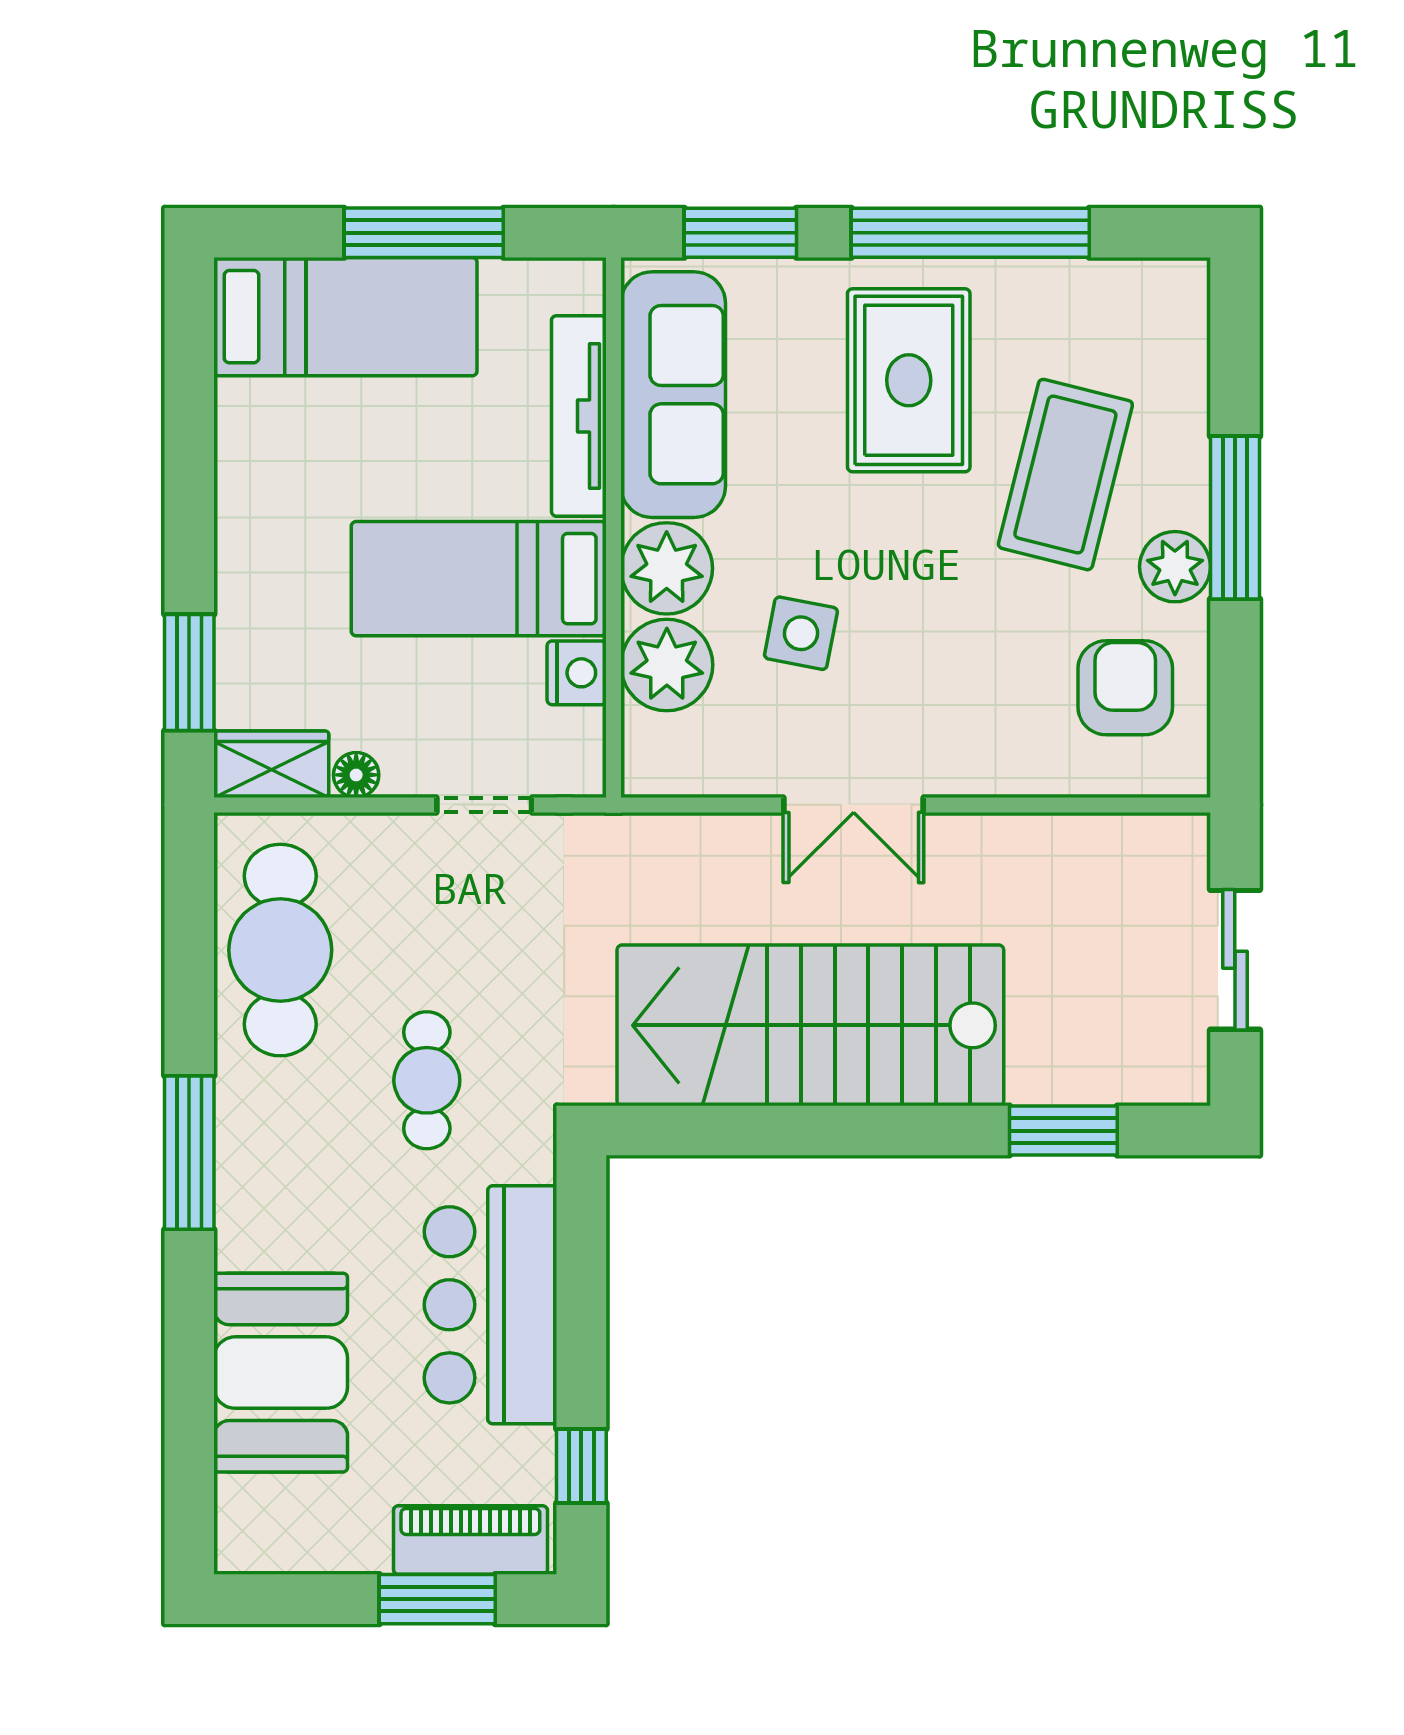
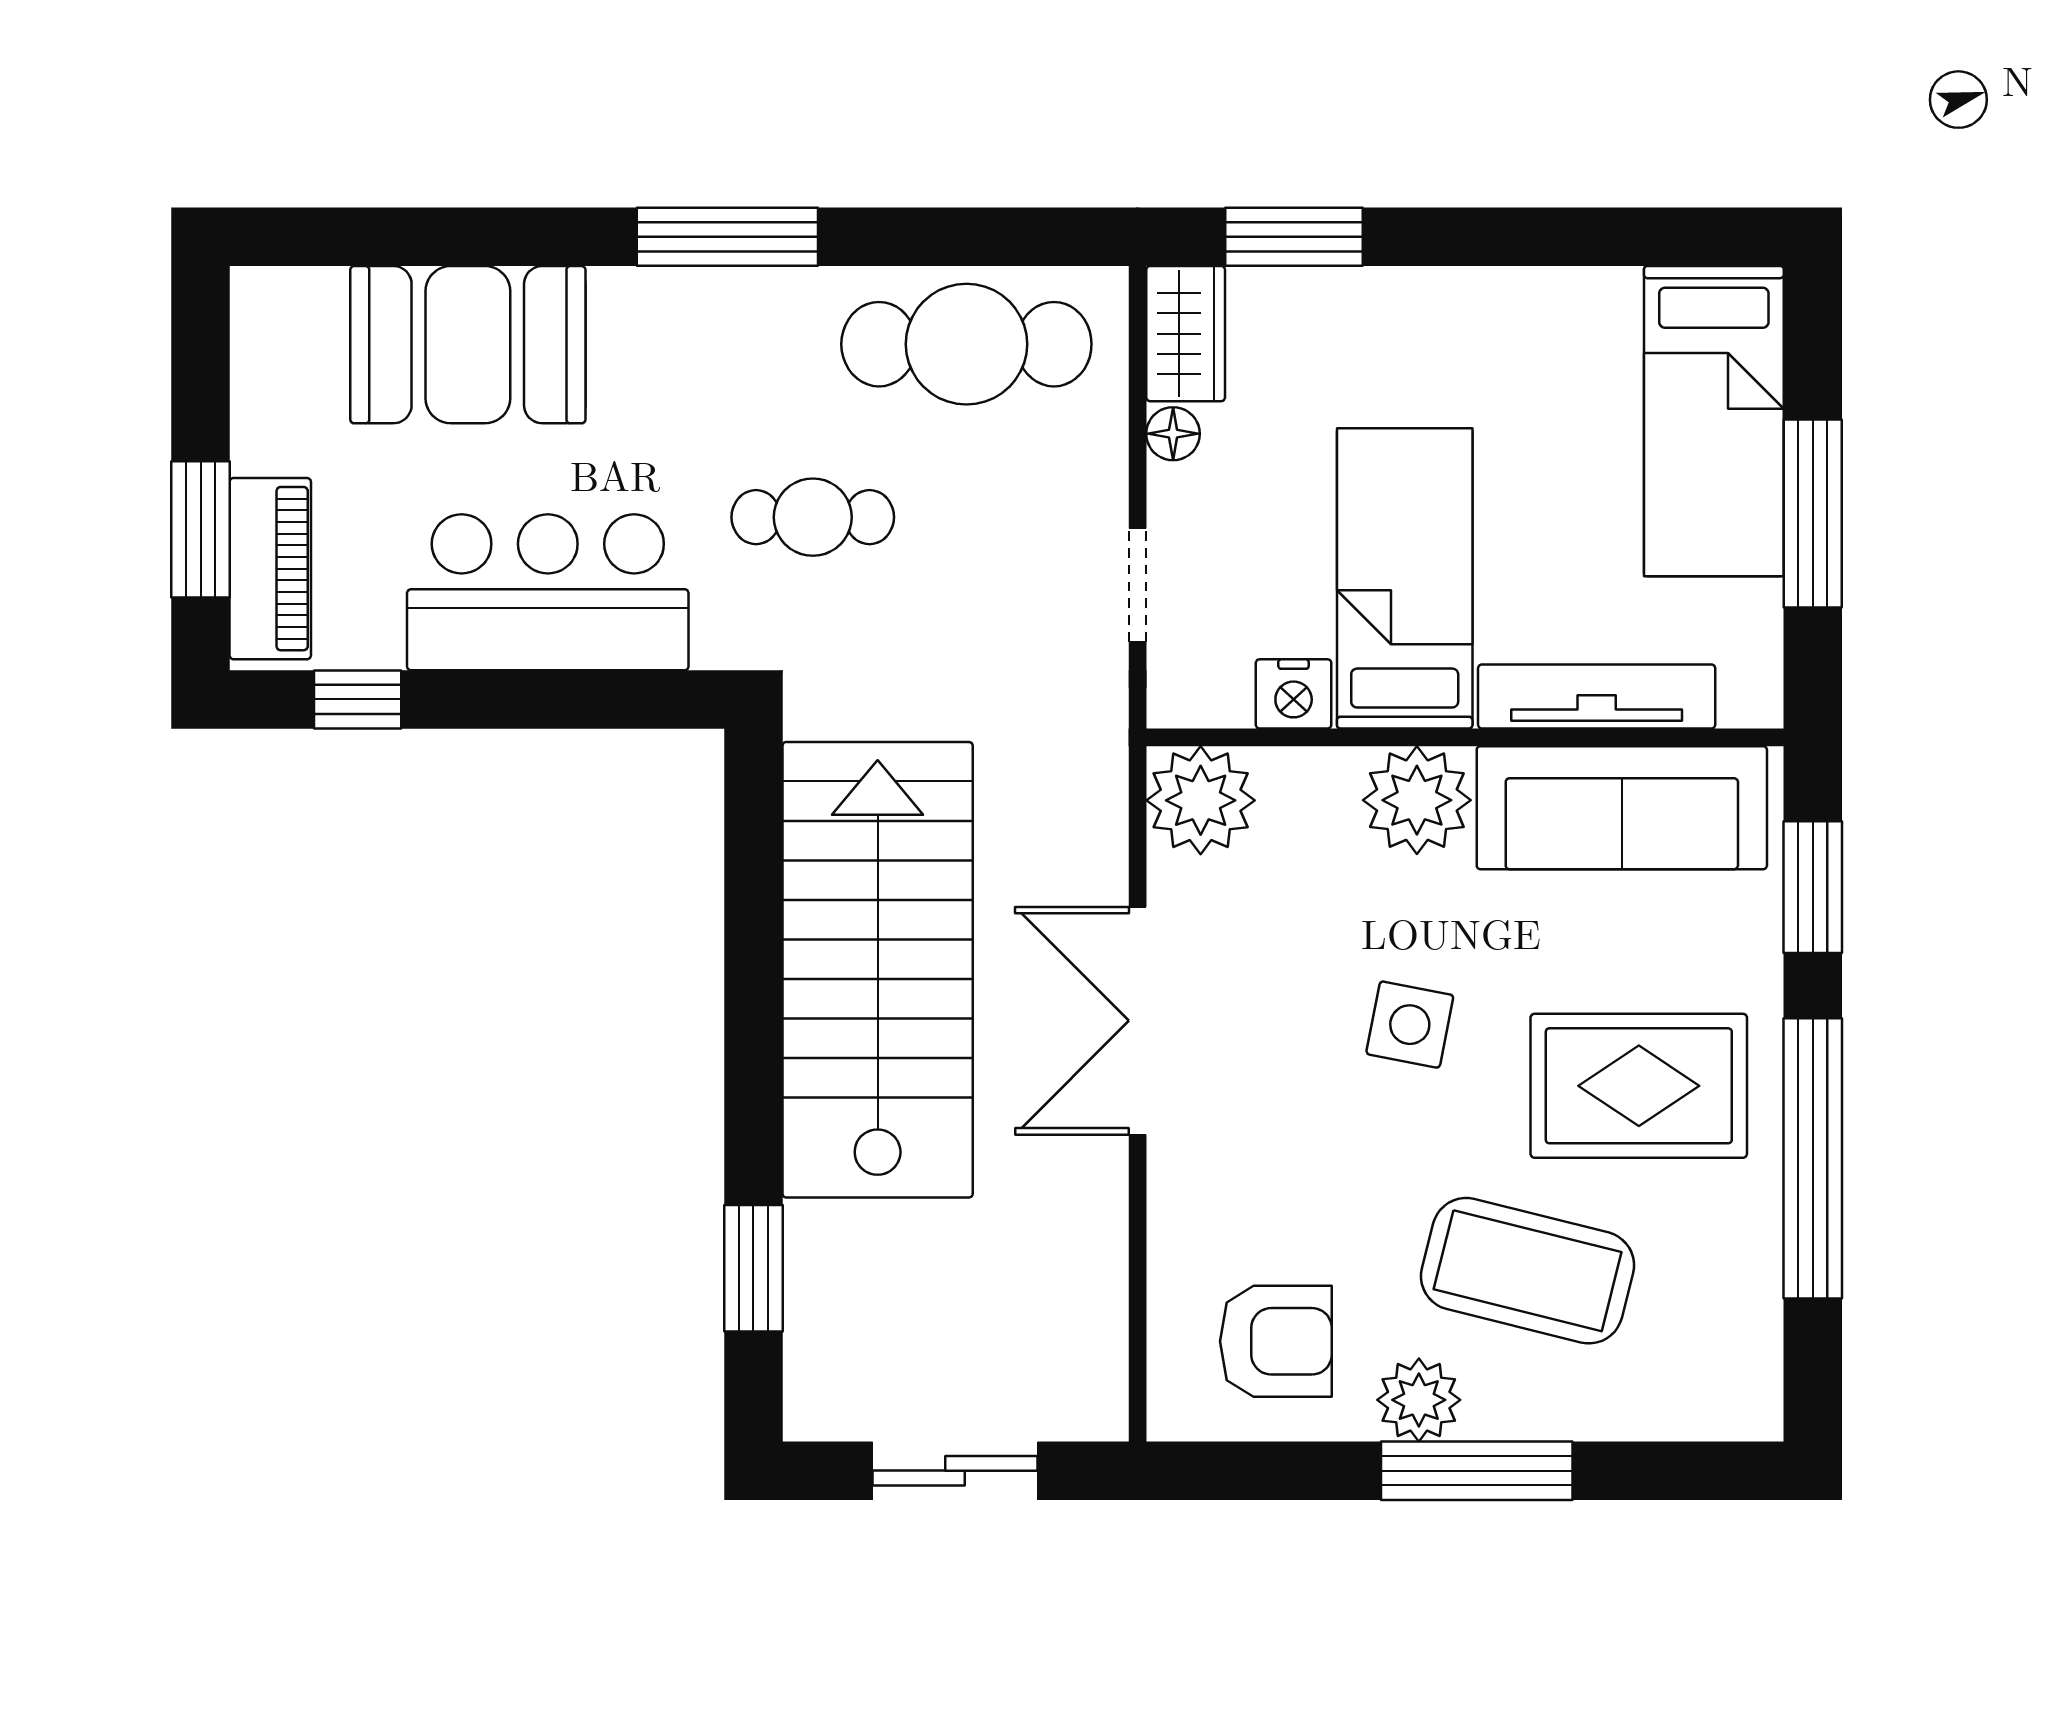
side table: (801, 633) -> (1410, 1025), moved
plant: (667, 665) -> (1201, 800), moved
double door: (854, 805) -> (1138, 1021), width x1.37

